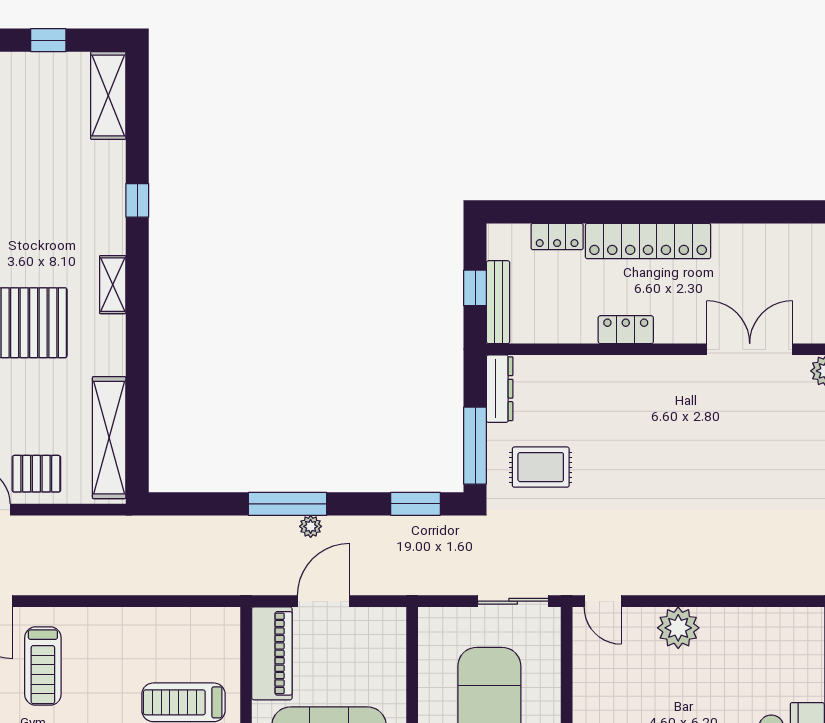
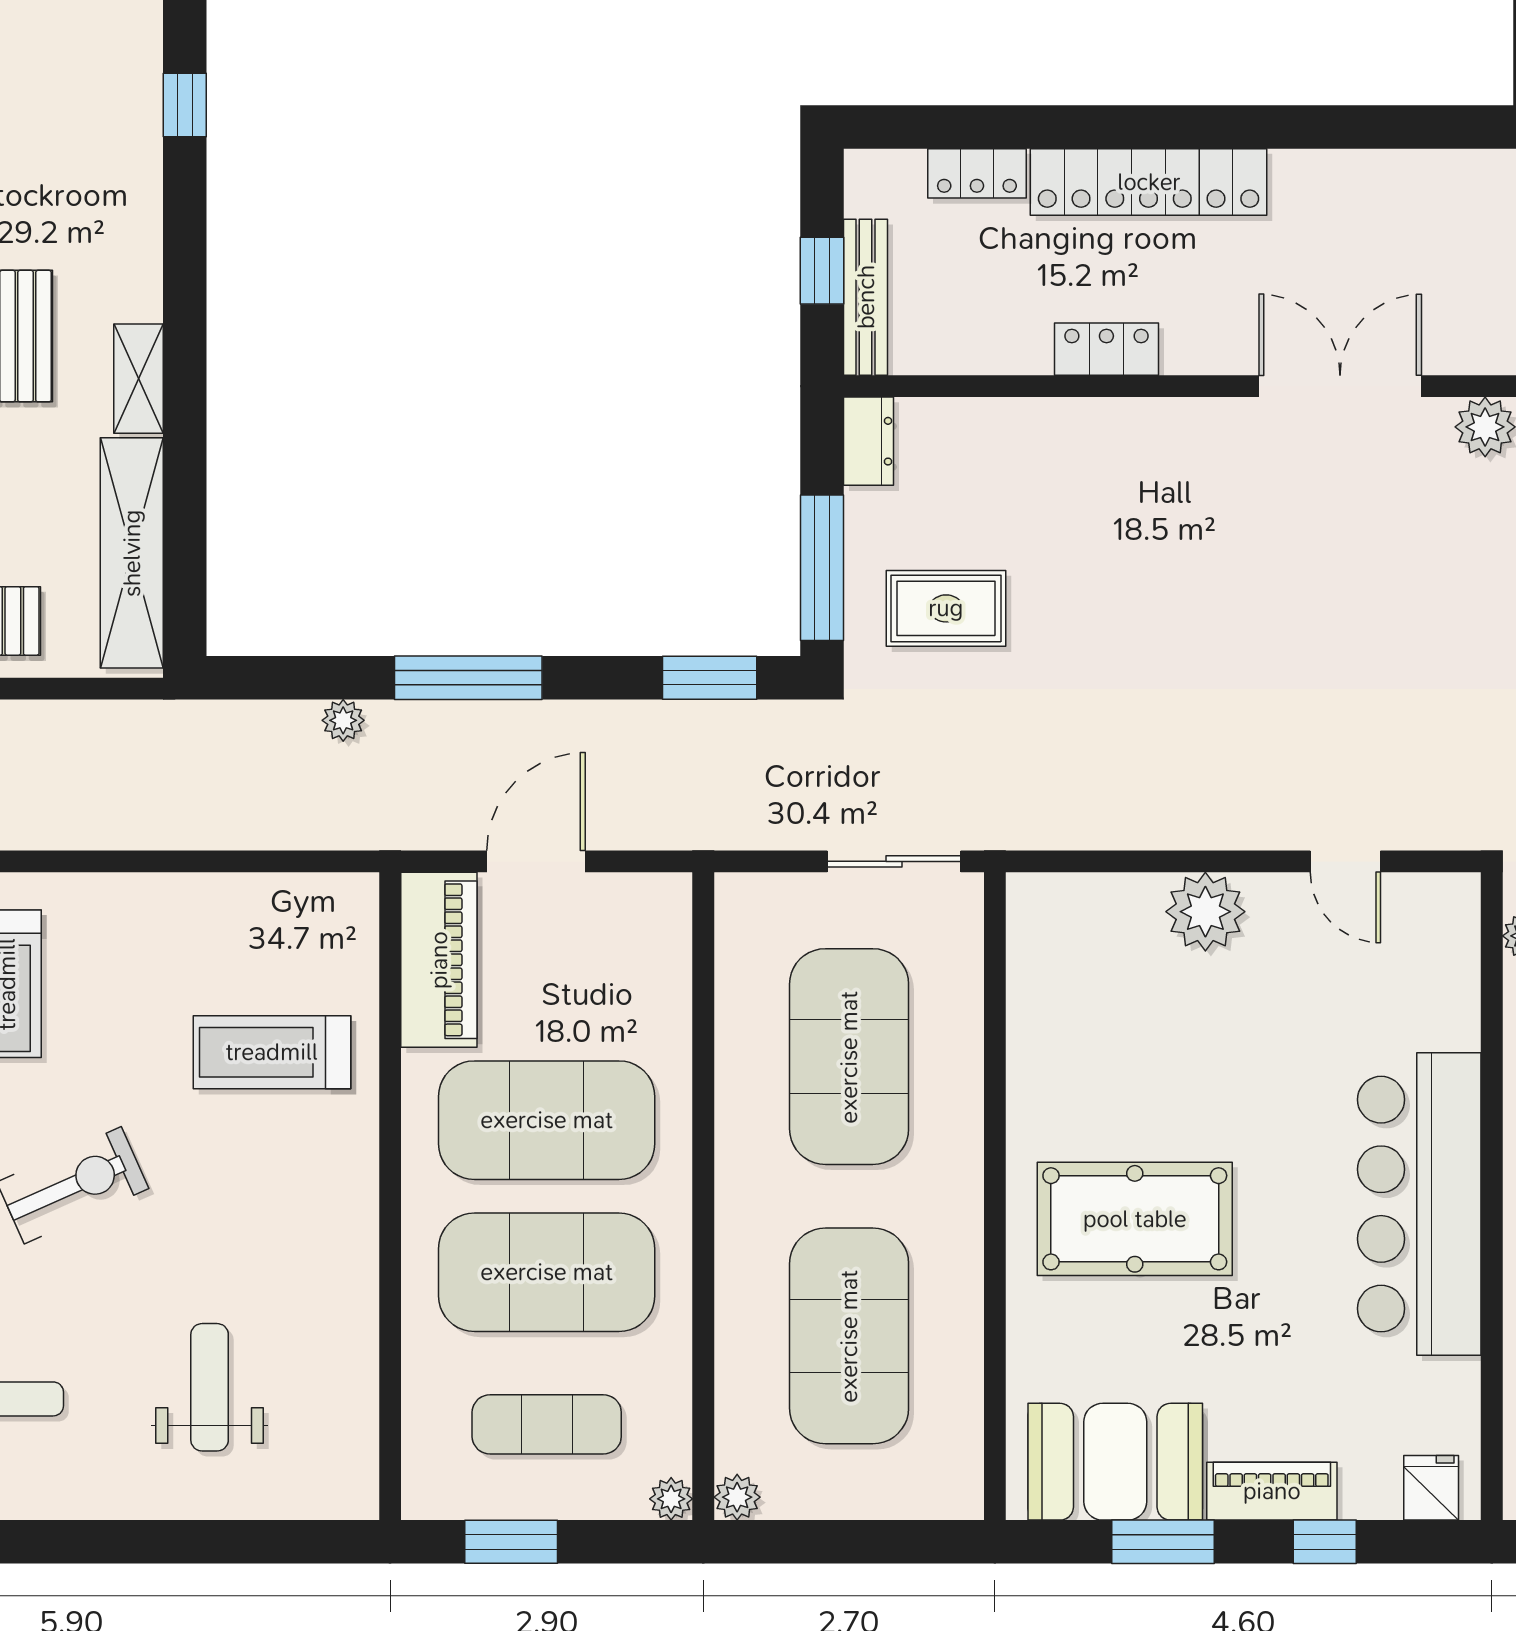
shelving: (113, 285) -> (139, 379), moved
dresser: (500, 389) -> (869, 441), width x0.70
plant: (311, 526) -> (343, 720), moved
door: (603, 601) -> (1345, 861), moved

